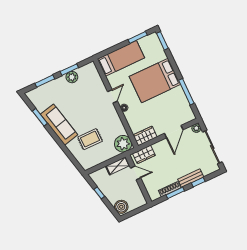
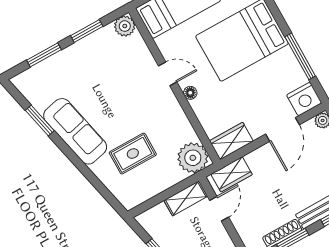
plant: (72, 77) -> (125, 26), moved
door: (112, 96) -> (168, 74), hinge flipped
nightstand: (187, 116) -> (304, 99), added
door: (136, 173) -> (219, 209), hinge flipped

